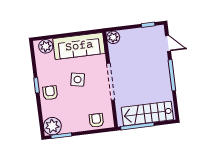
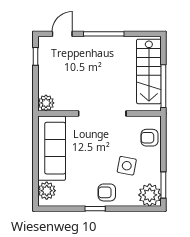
side table: (78, 80) -> (127, 166), moved

